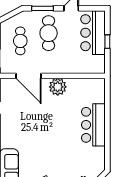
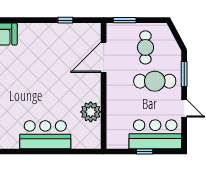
cafe table: (20, 41) -> (145, 47), turned 90
plant: (58, 87) -> (91, 112), moved

